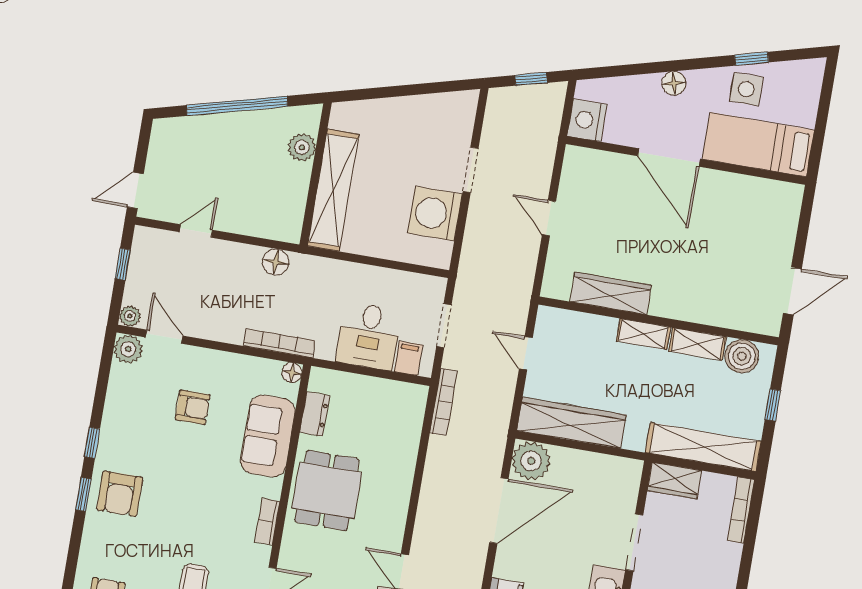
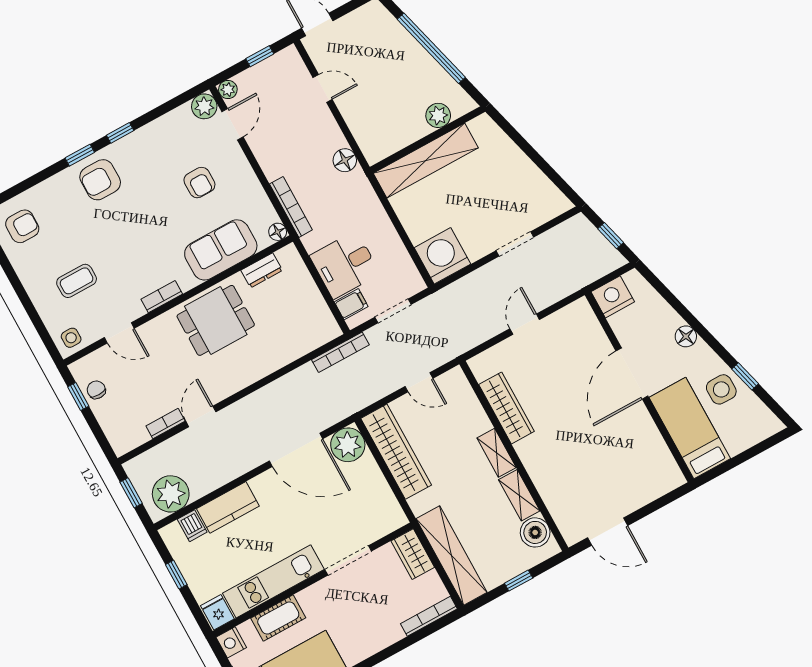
washing machine: (435, 214) -> (442, 256), moved
door: (526, 353) -> (419, 382), swing flipped

